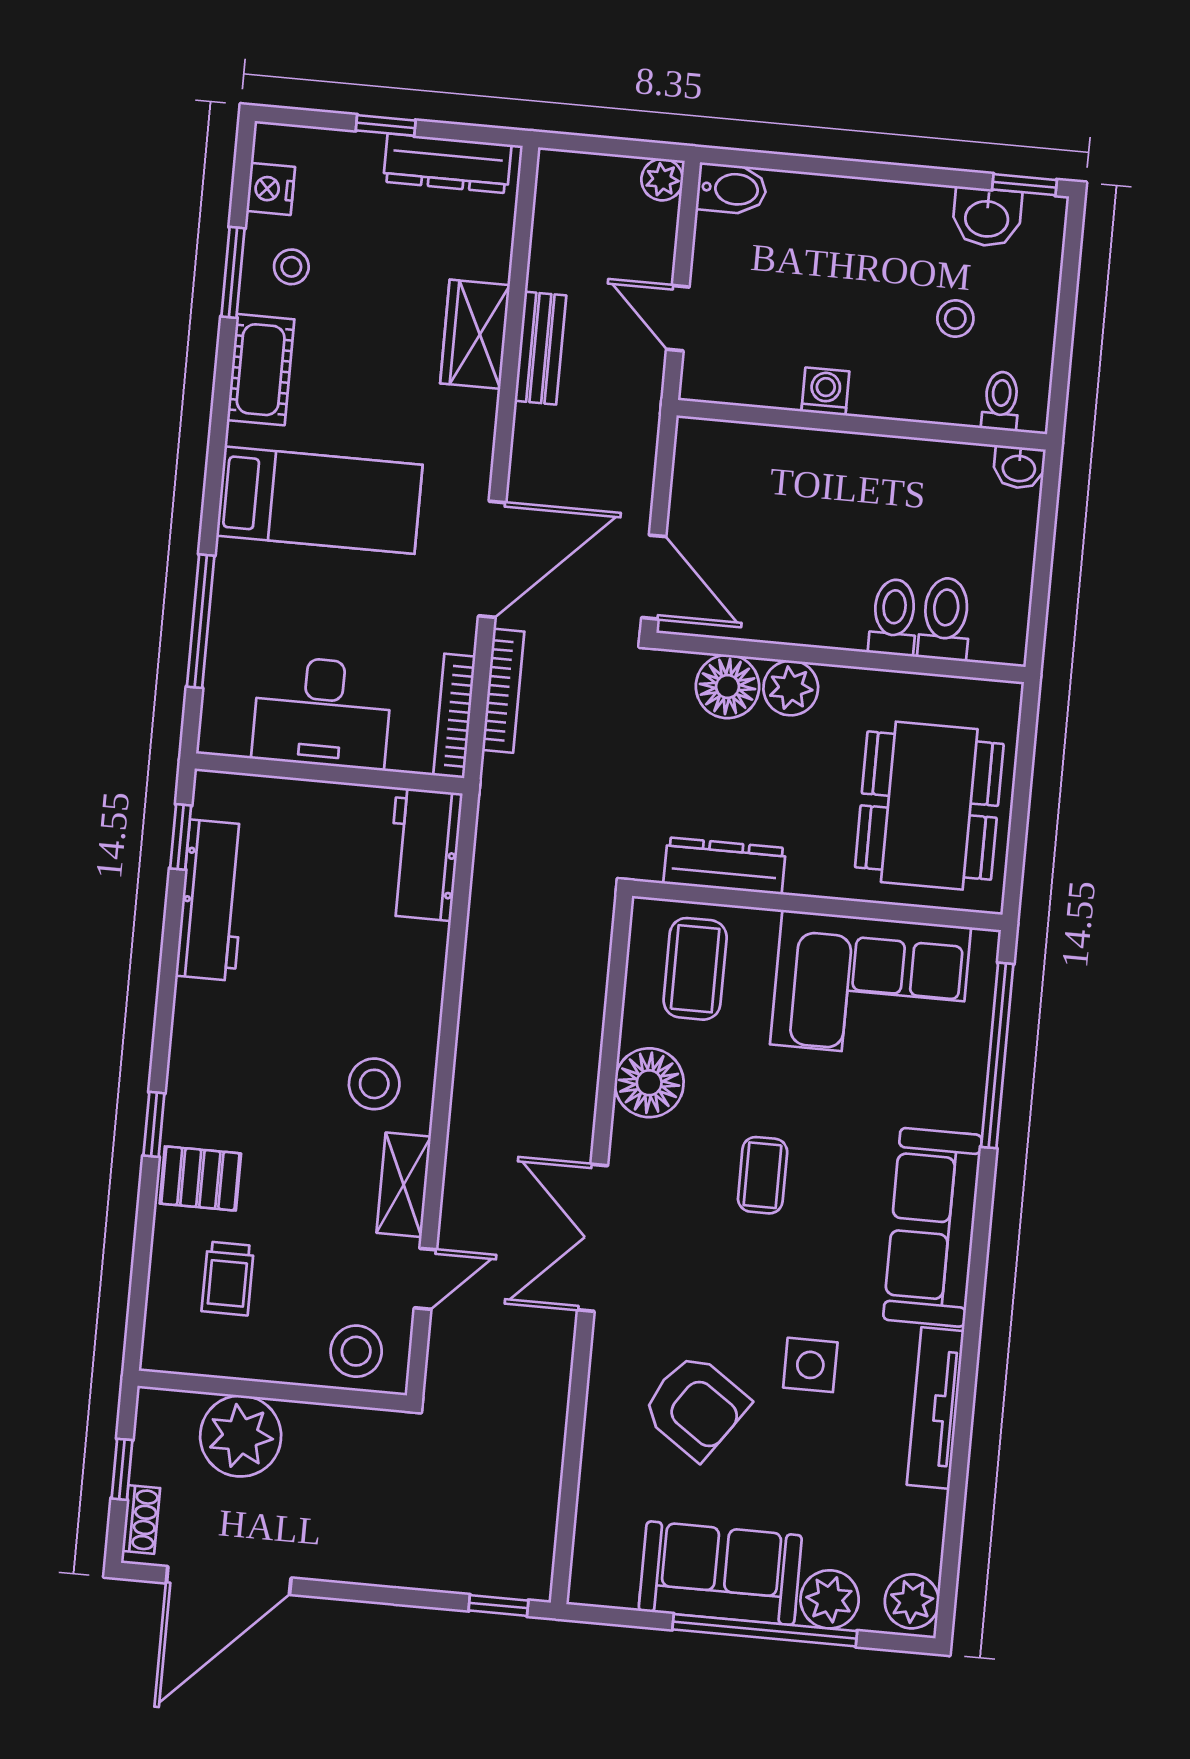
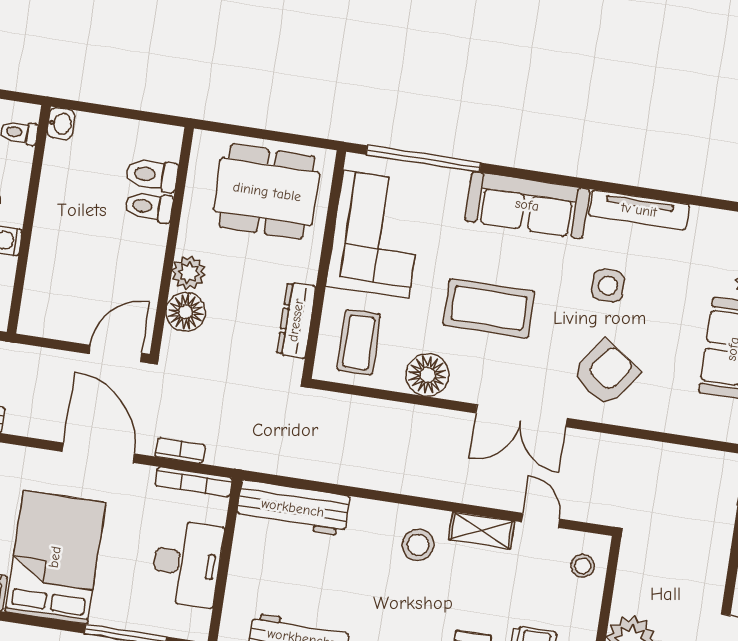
bed: (319, 500) -> (55, 557), width x1.50
bookcase: (503, 691) -> (180, 451), width x0.64
workbench: (424, 854) -> (293, 508), width x1.38
coffee table: (695, 969) -> (359, 342), turned 90
coffee table: (763, 1175) -> (489, 308), width x1.86, depth x1.72
stool: (356, 1351) -> (583, 566), width x0.73, depth x0.73
armchair: (695, 1407) -> (606, 373), moved

